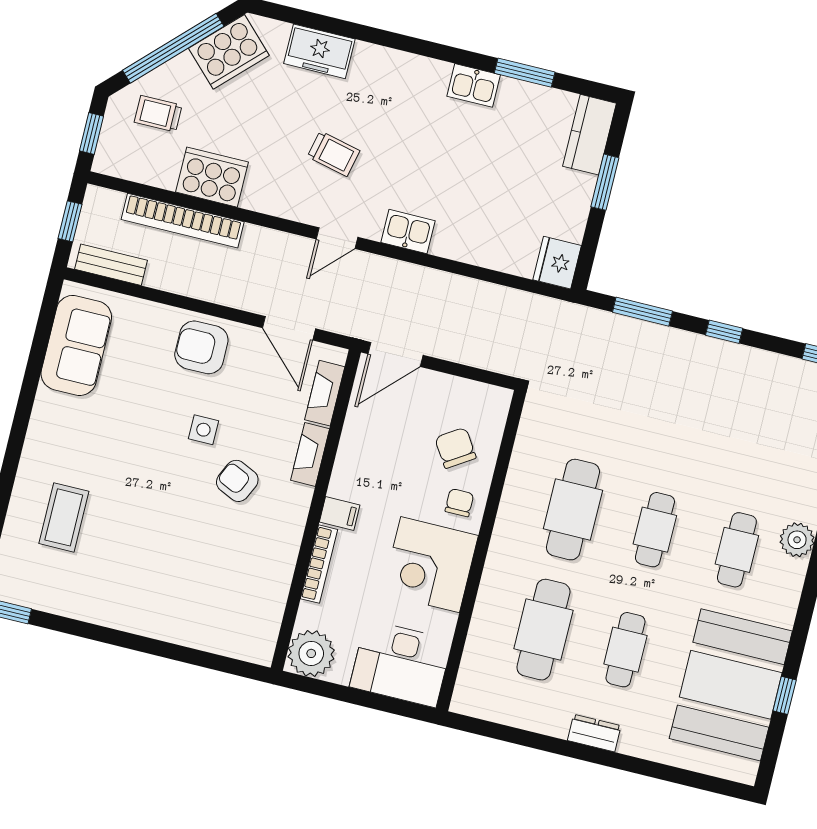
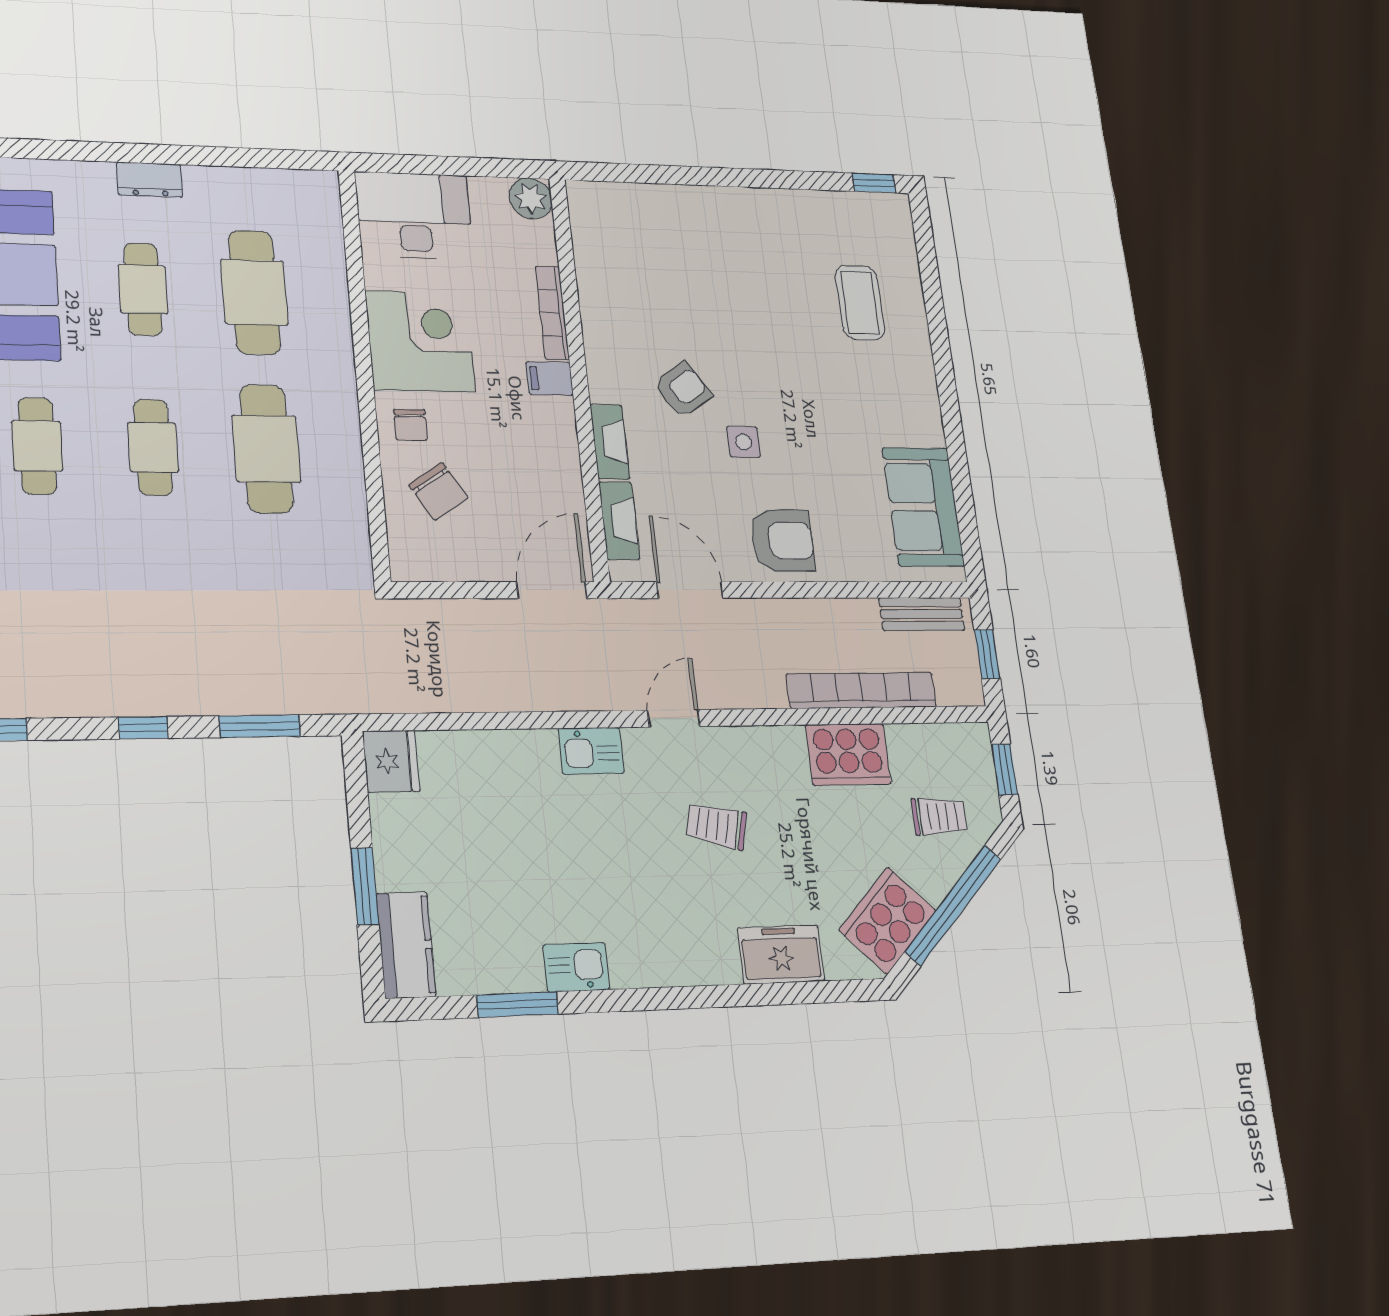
armchair: (237, 481) -> (683, 390), turned -59
plant: (311, 653) -> (531, 199), width x0.73, depth x0.73

